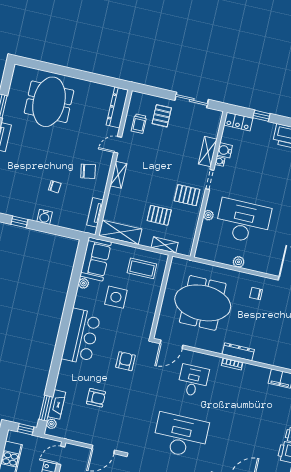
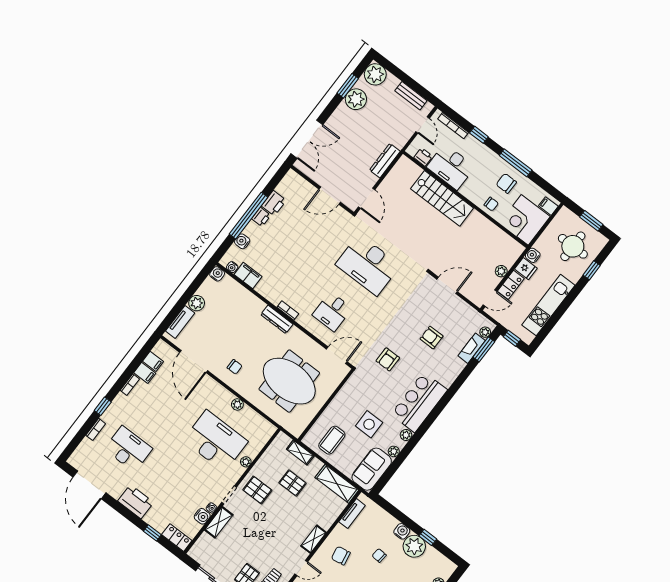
plant: (28, 209) -> (414, 546), added
desk: (243, 221) -> (216, 441), turned 180
coffee table: (142, 268) -> (332, 440), turned 90
plant: (79, 303) -> (406, 435), added

